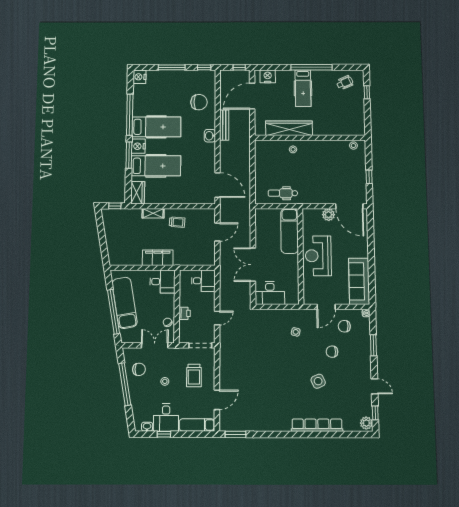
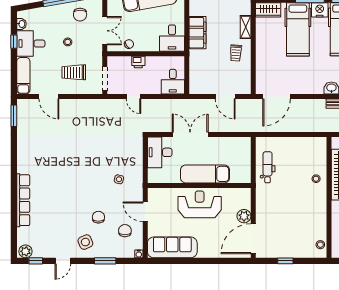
exam couch: (290, 231) -> (205, 174), moved
side table: (318, 381) -> (85, 242), moved

